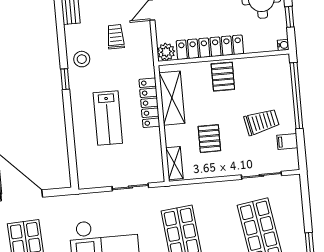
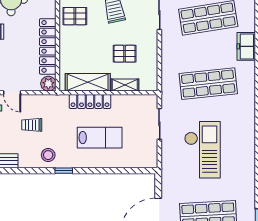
pallet: (223, 77) -> (75, 16), moved
shelving: (174, 163) -> (125, 85), moved

